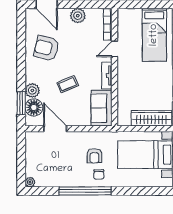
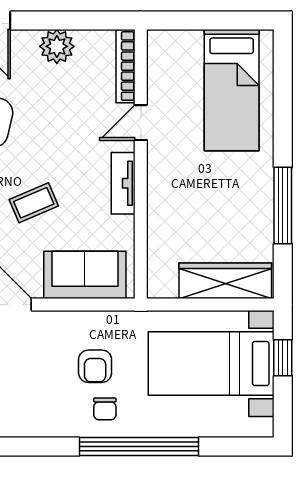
sofa: (102, 108) -> (85, 275), moved, turned 90
window: (85, 191) -> (139, 447), moved

